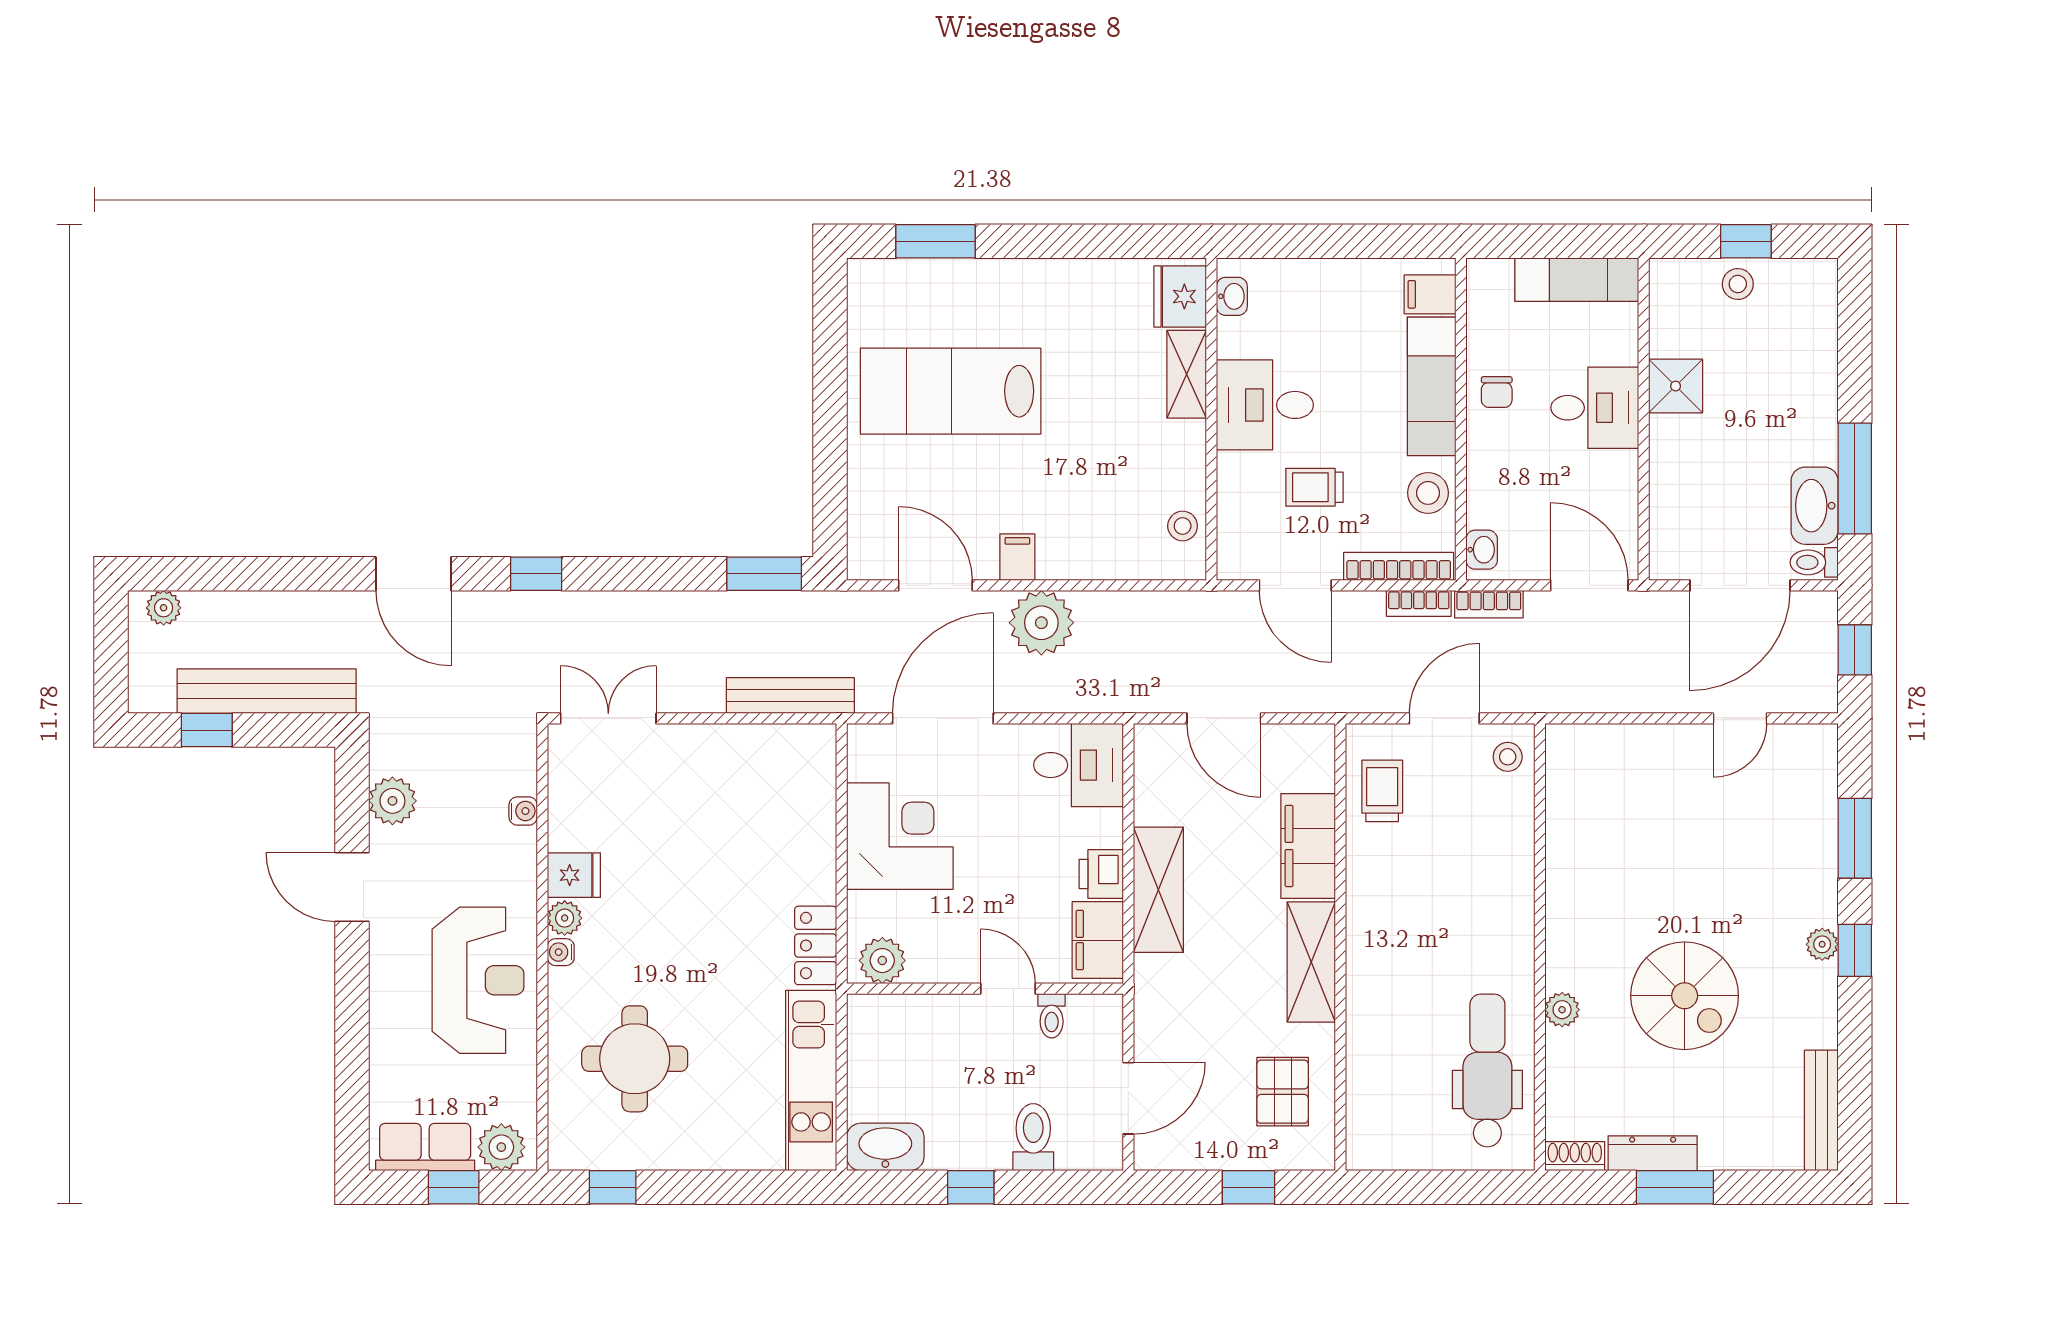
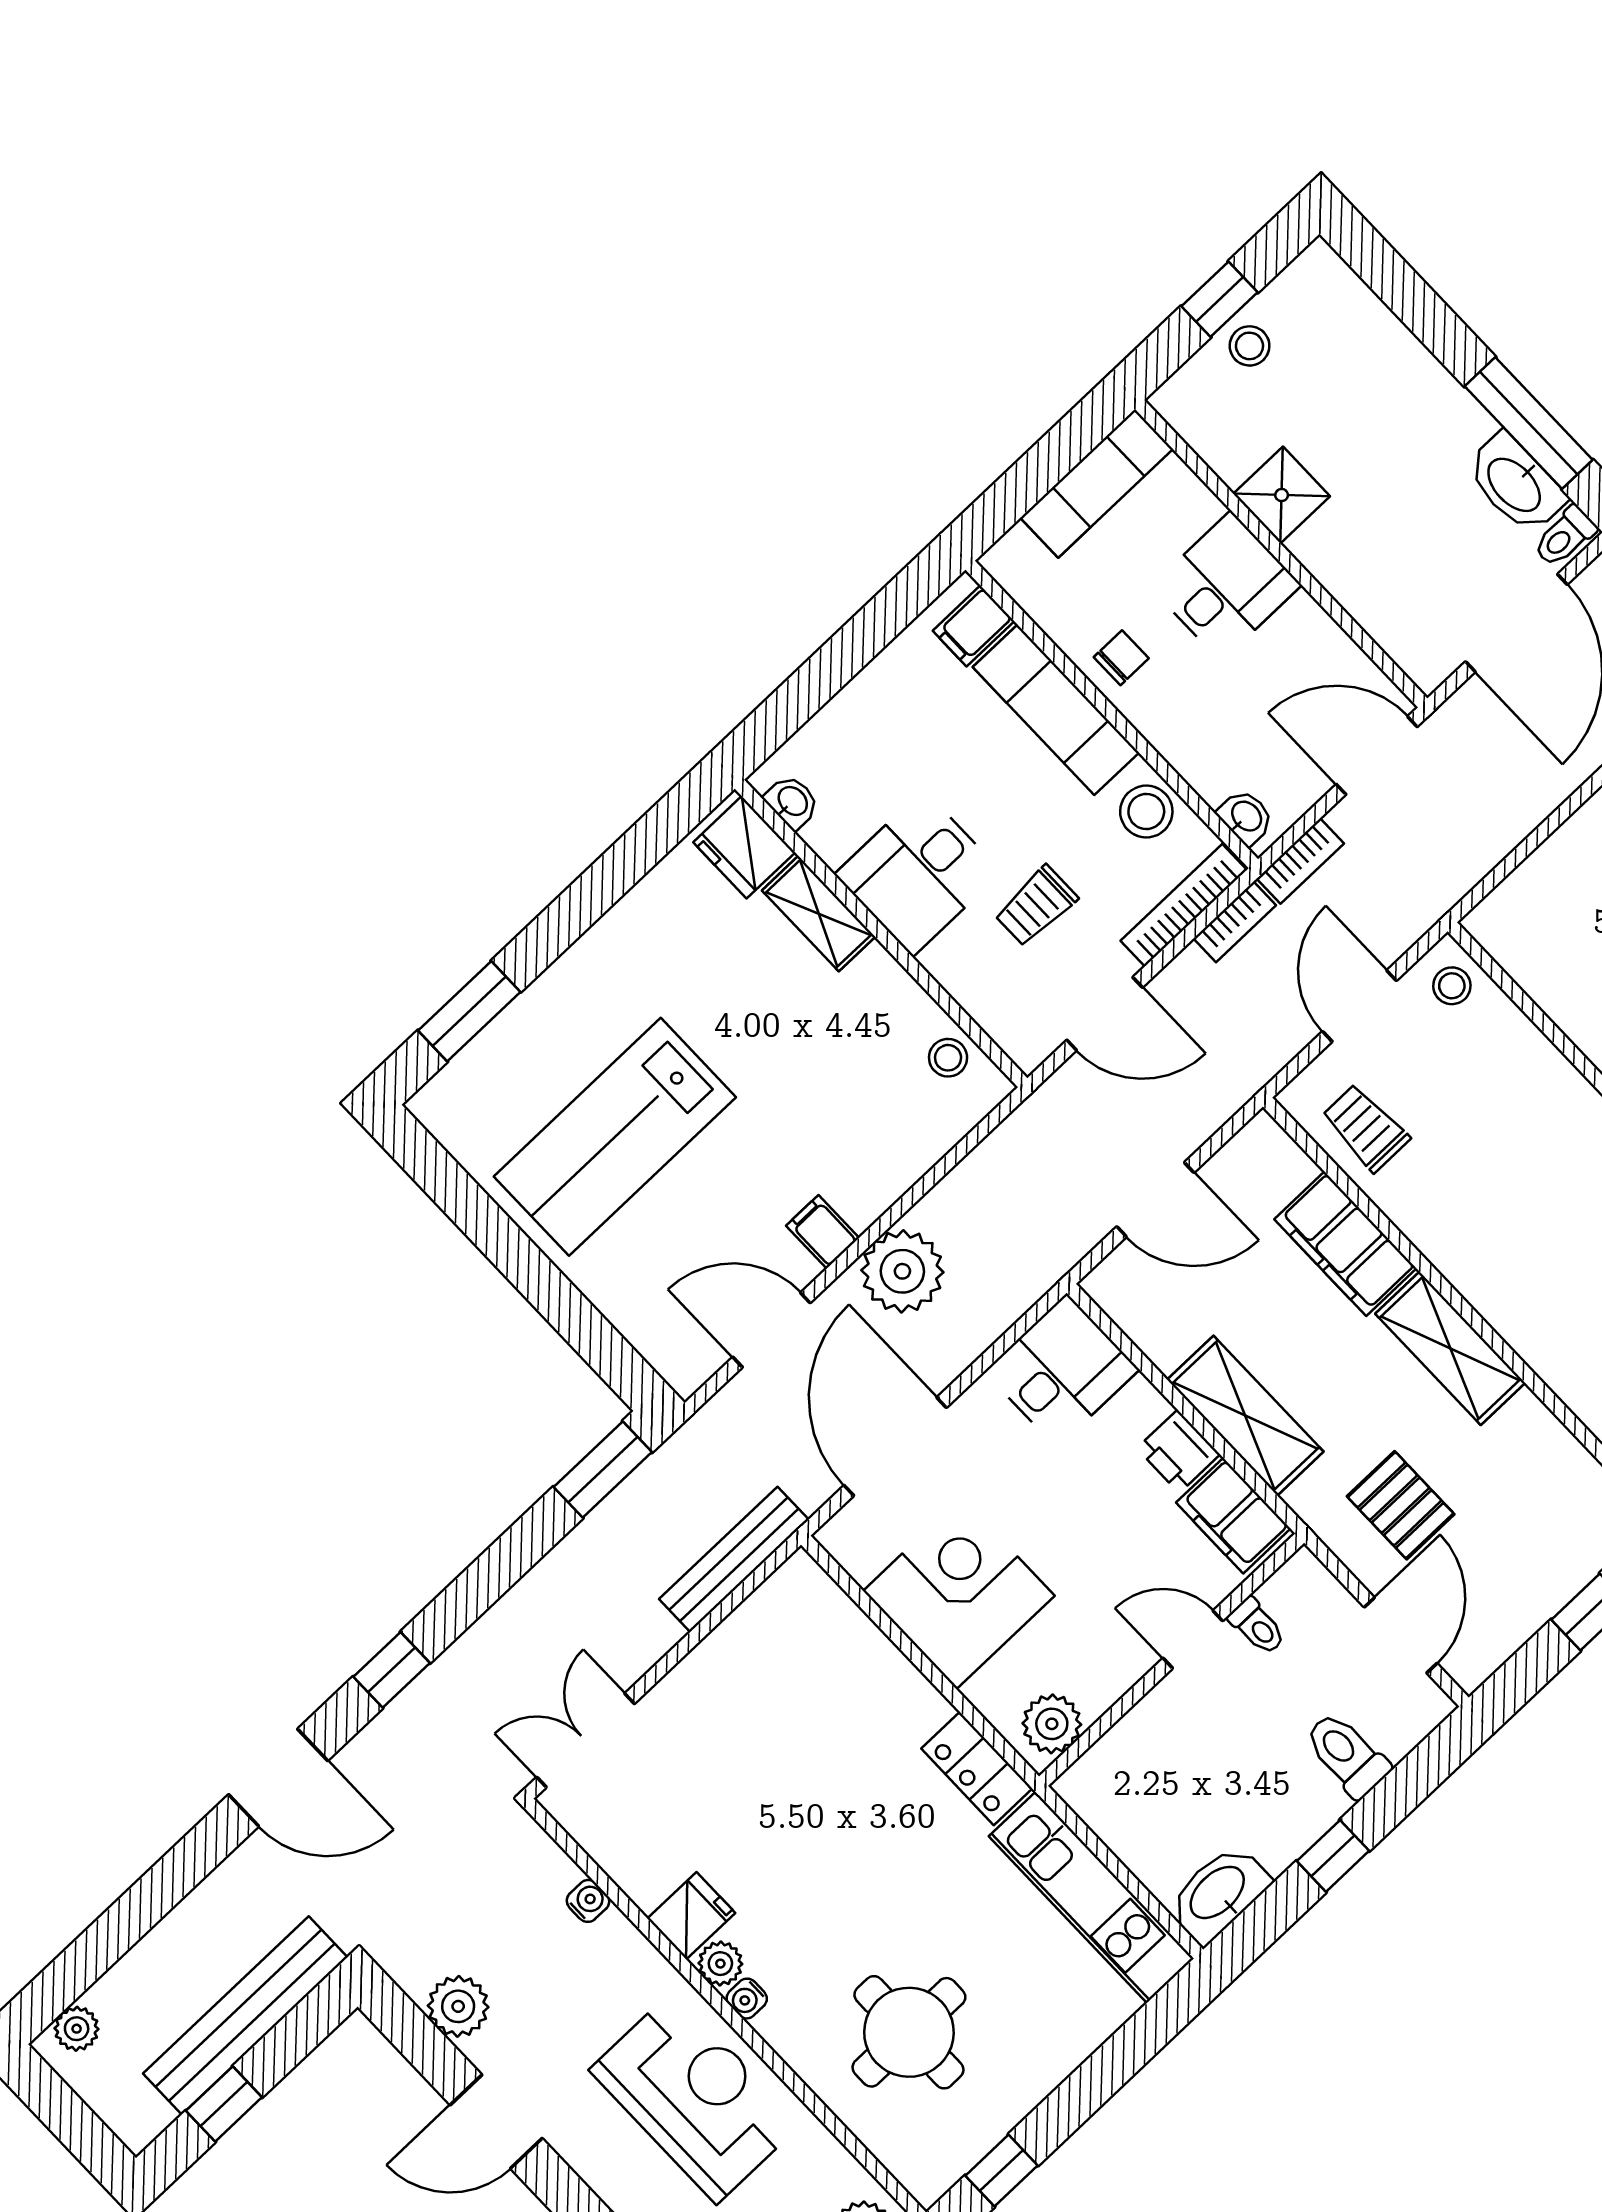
chair: (1497, 392) -> (1121, 658), turned -90
pallet: (1283, 1092) -> (1401, 1505), moved

